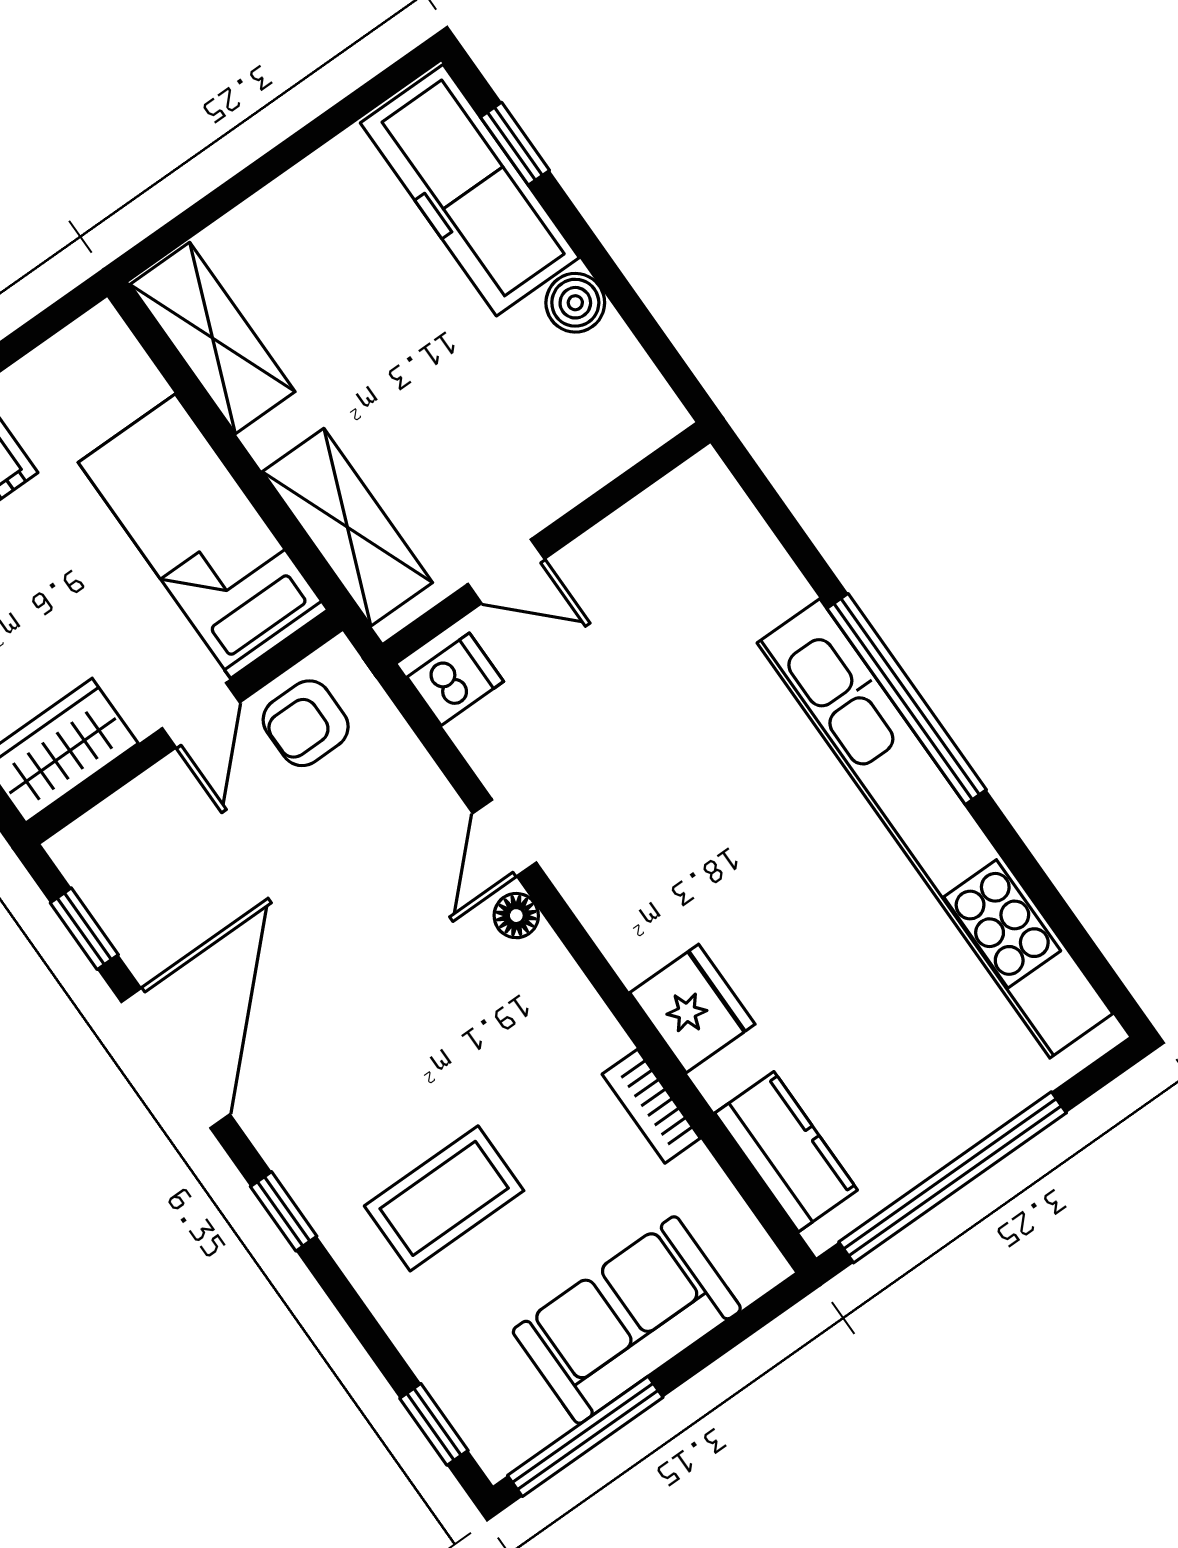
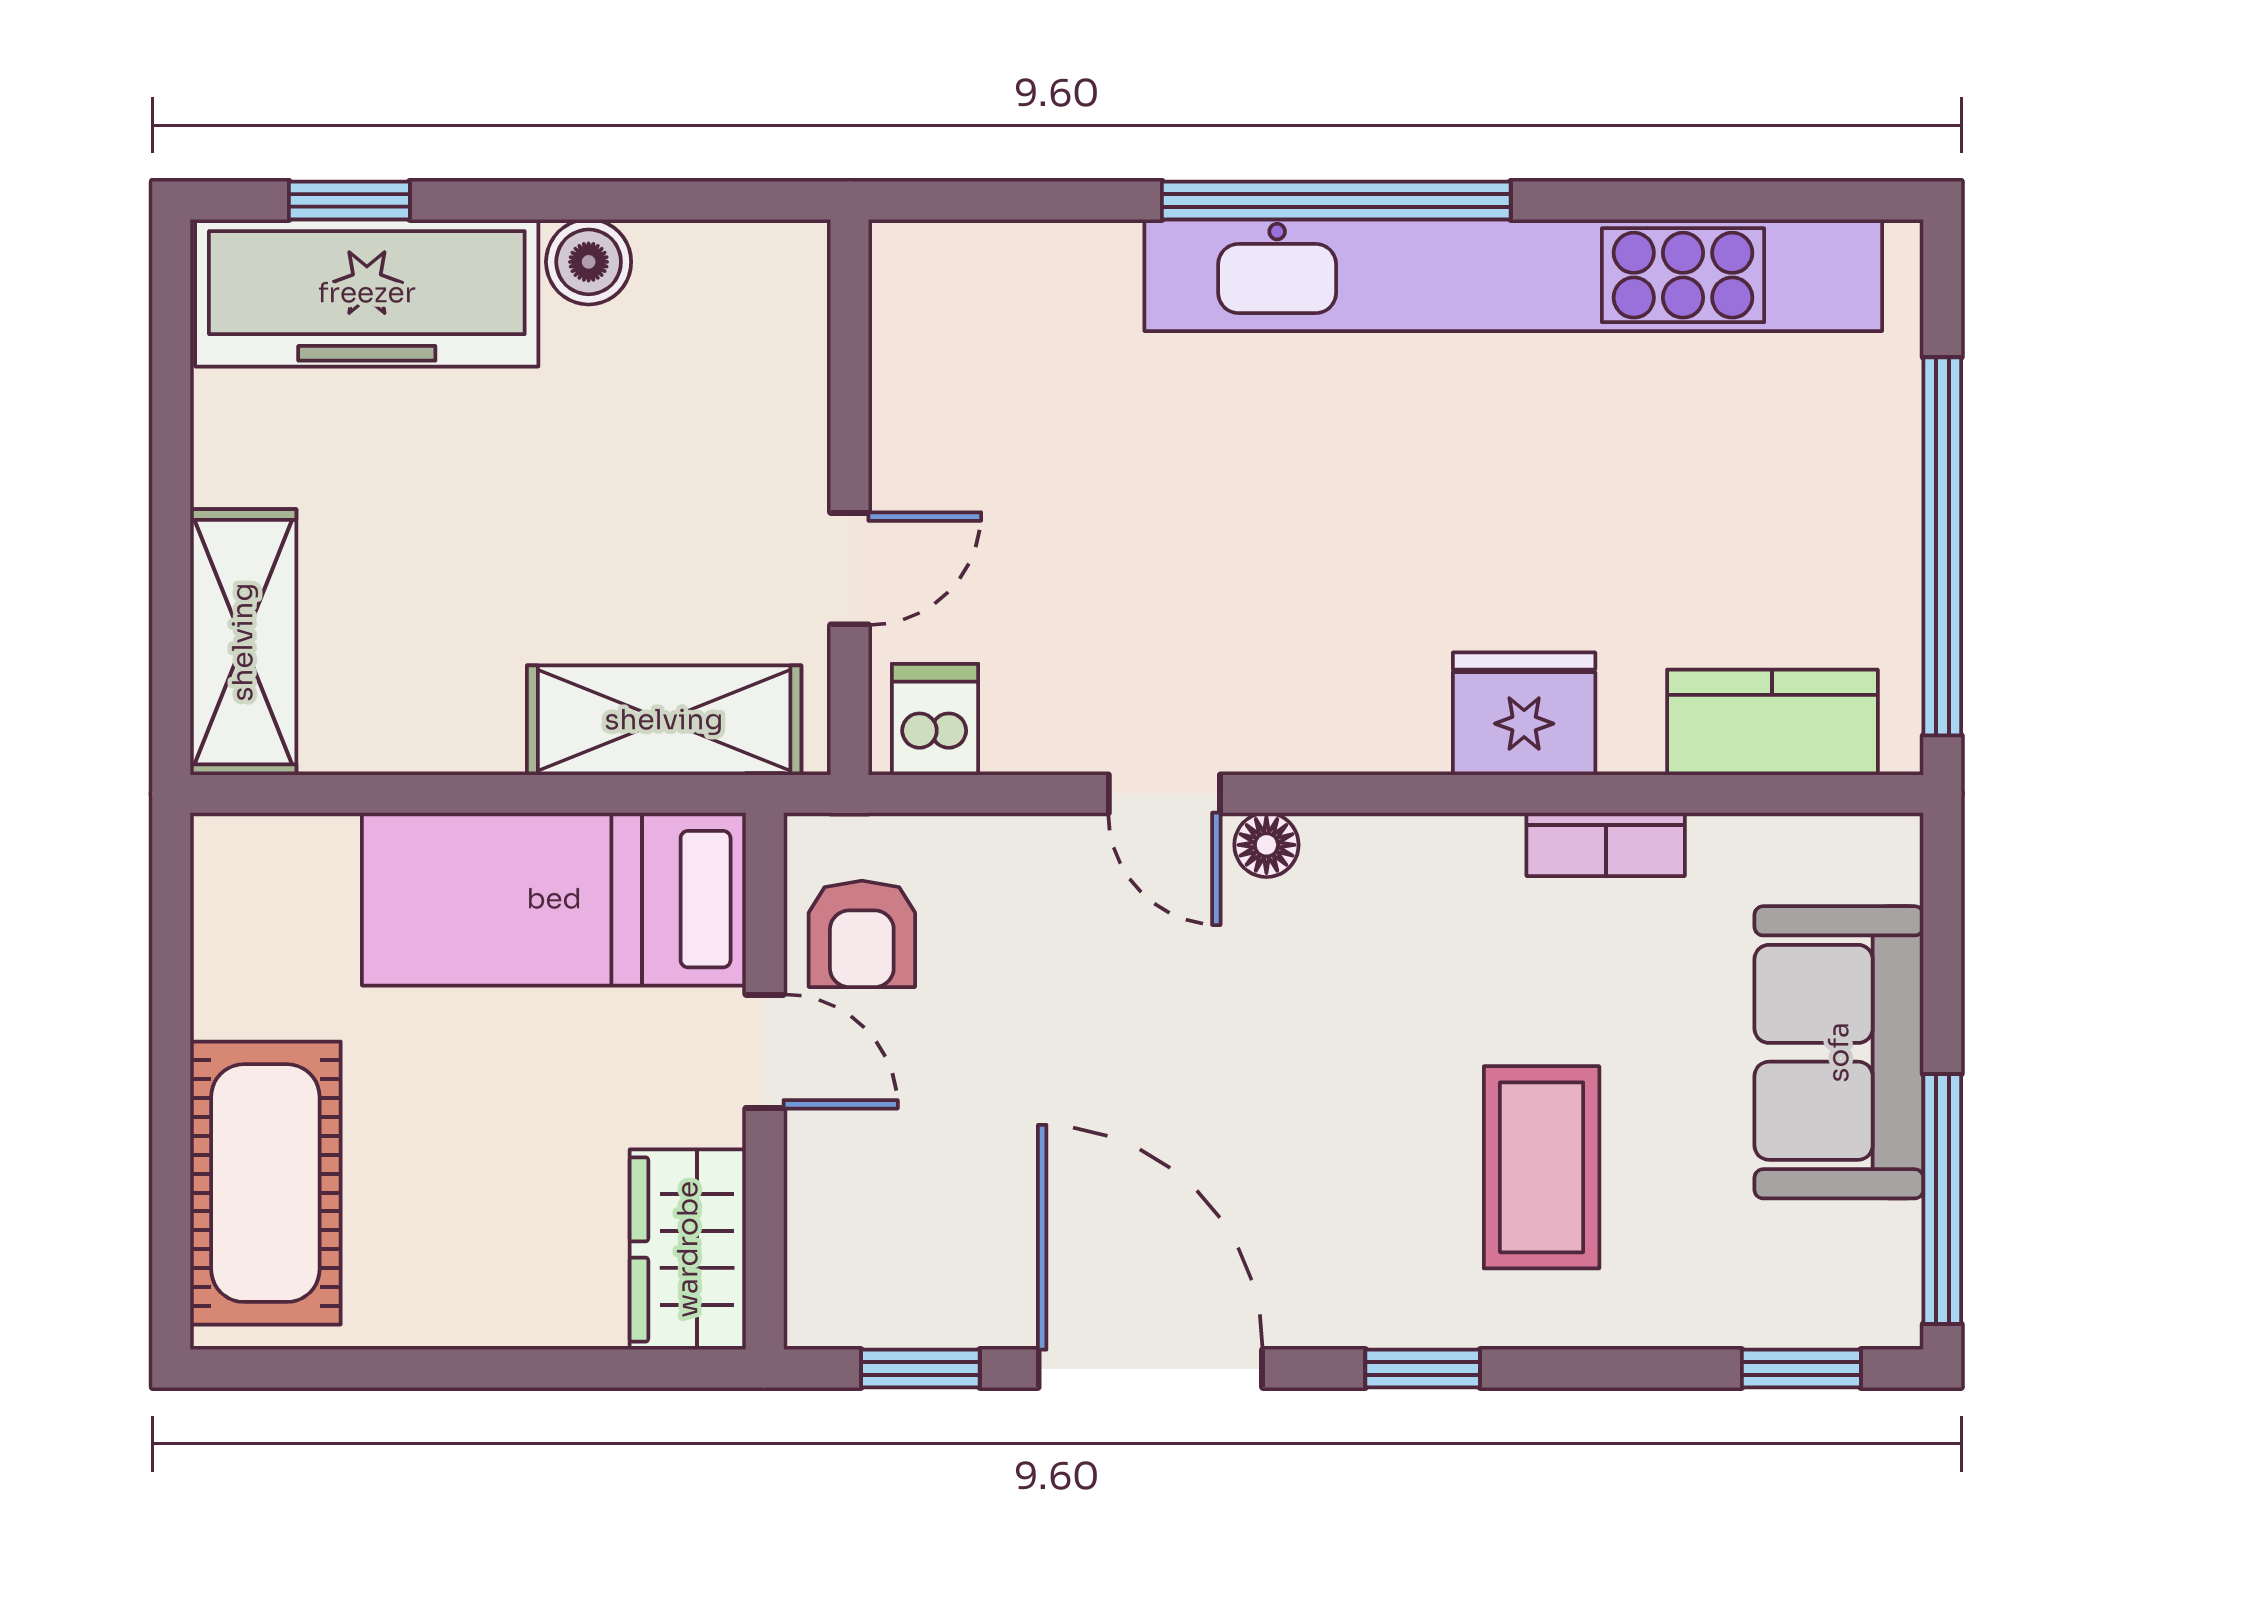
shelving: (213, 338) -> (243, 642), moved, turned 90

